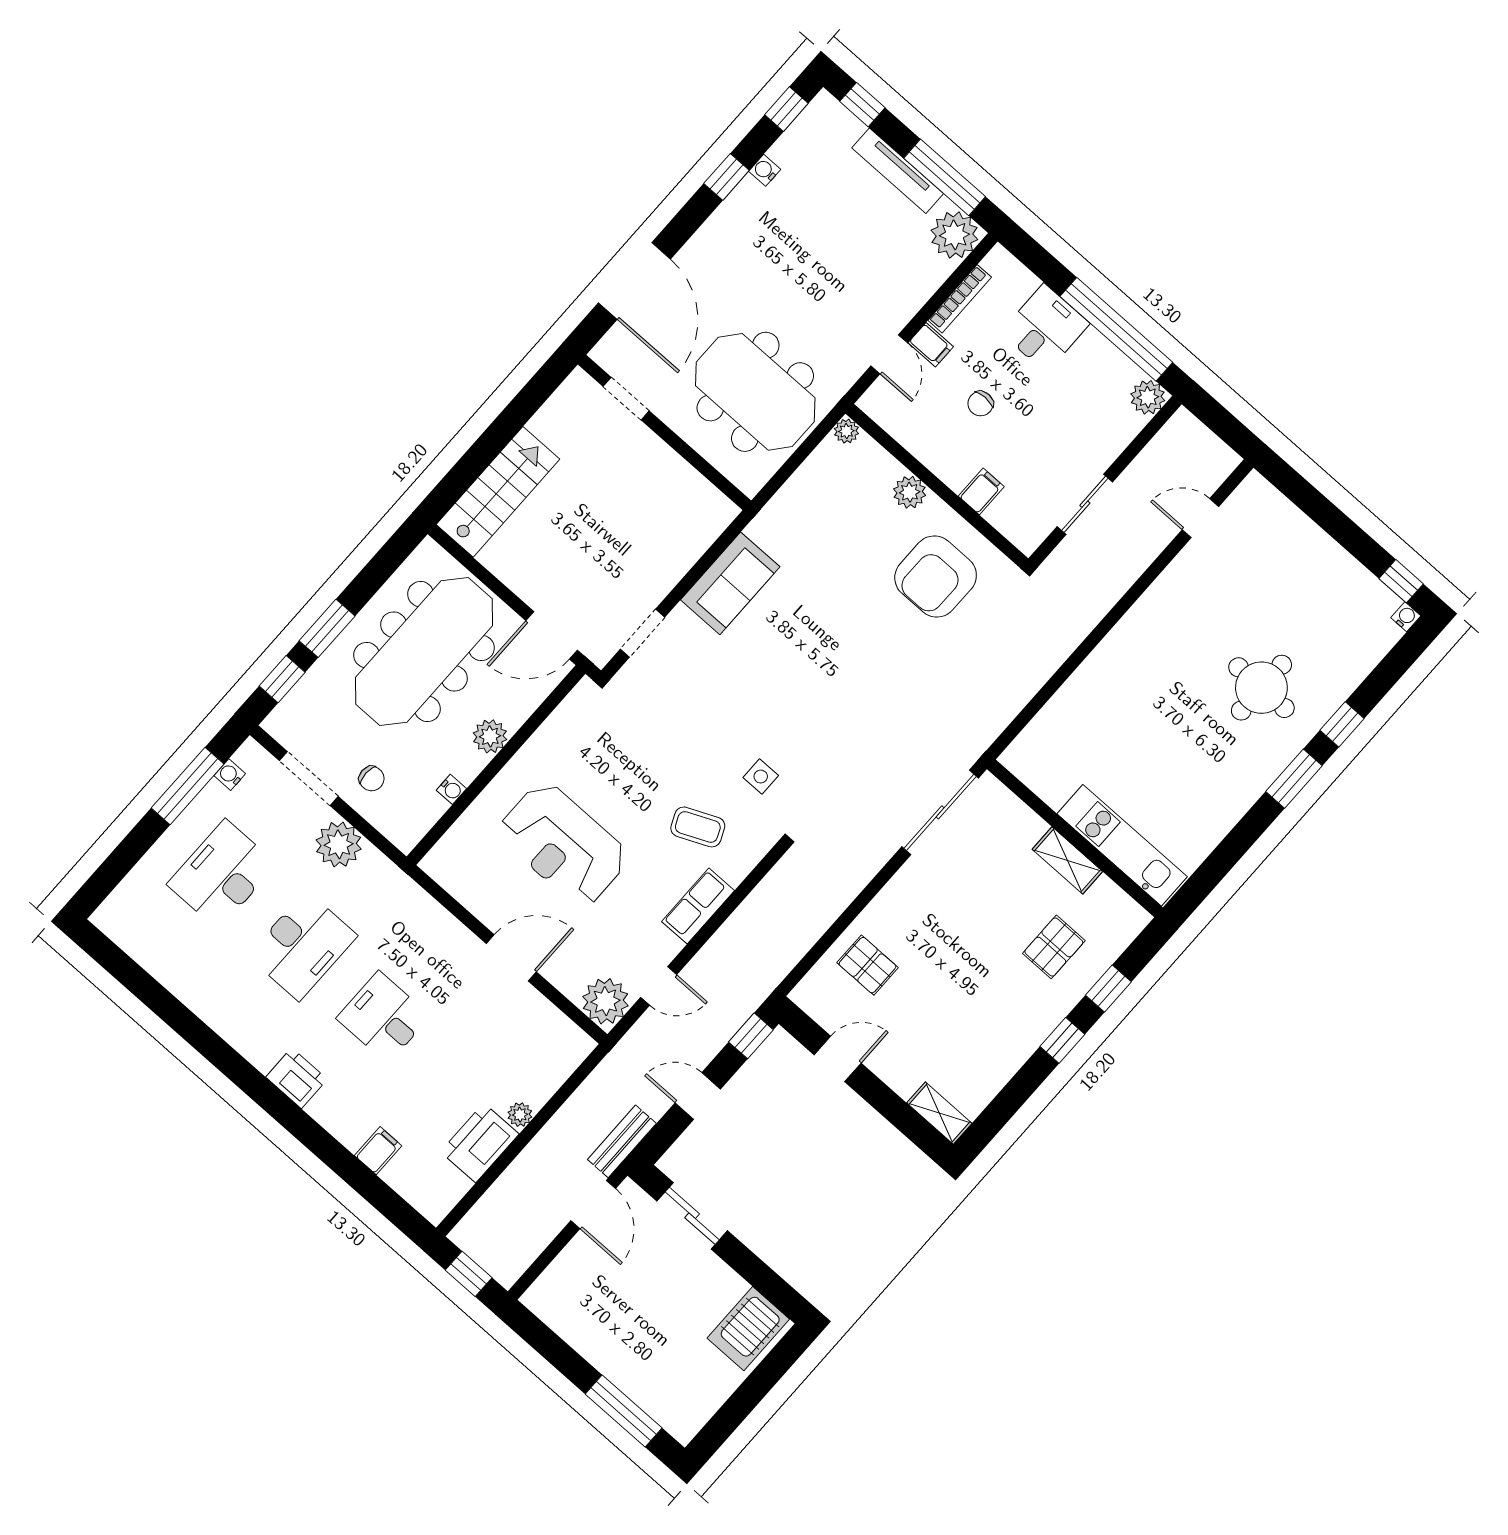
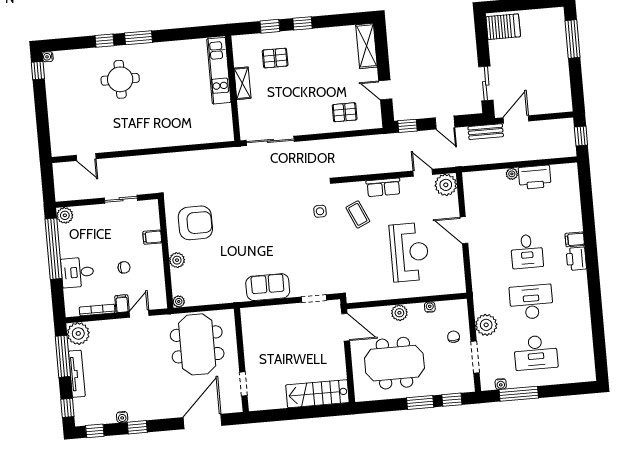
meeting table: (424, 652) -> (394, 363), width x0.73
pallet: (868, 965) -> (345, 112), turned 90
shelving: (939, 1113) -> (366, 46), width x1.50, depth x1.33
filing cabinet: (378, 1151) -> (575, 239), moved

